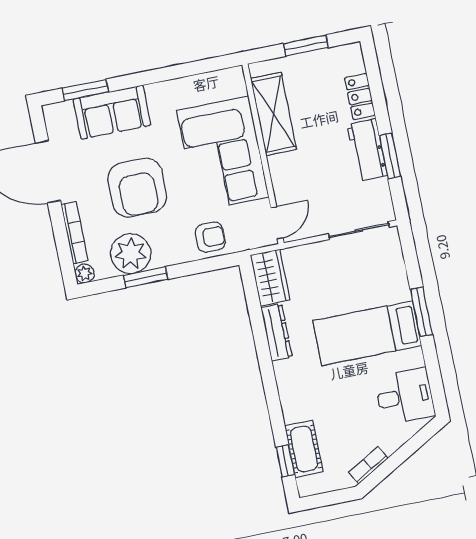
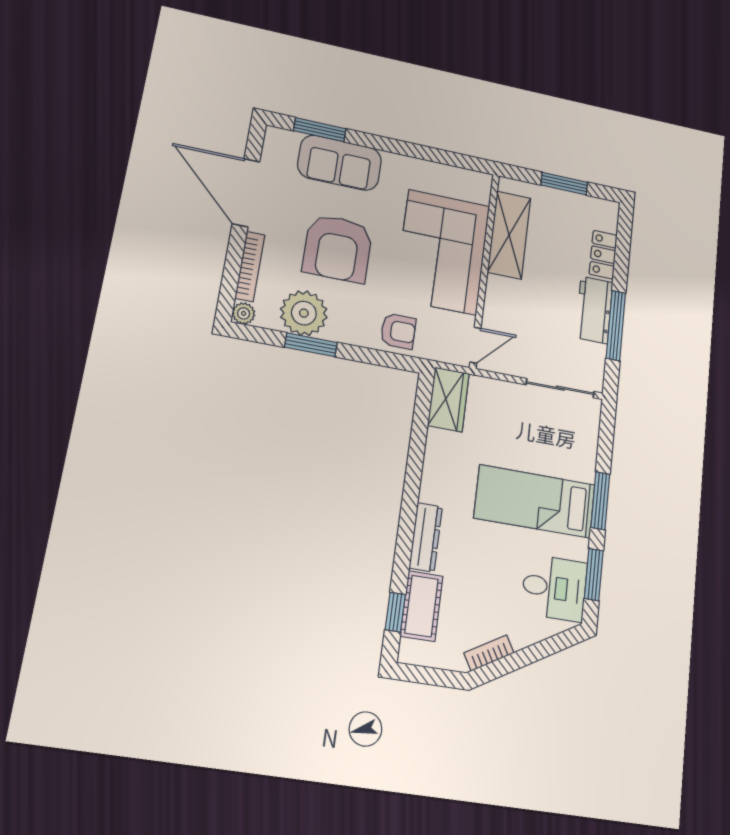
window: (390, 156) -> (616, 325), width x1.44
dresser: (277, 332) -> (426, 537), moved
window: (434, 374) -> (594, 575), added

